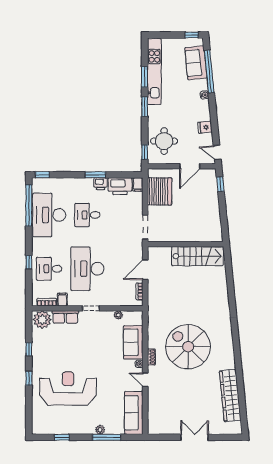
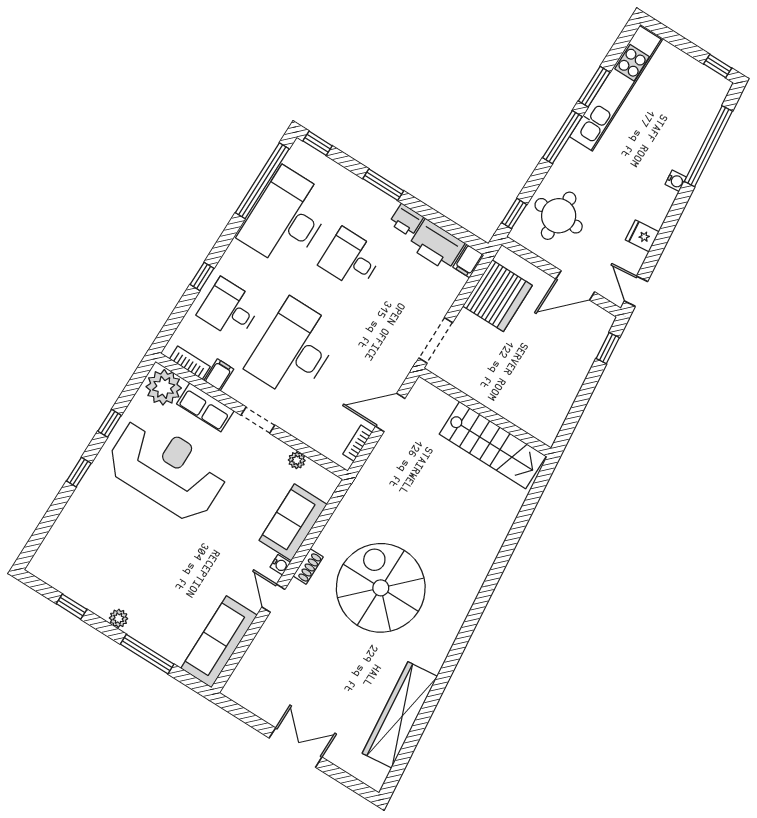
sofa: (196, 63) -> (695, 118), removed
window: (145, 107) -> (562, 137), width x1.44
window: (95, 175) -> (383, 185), moved
reception desk: (68, 389) -> (167, 469), moved
plant: (100, 430) -> (119, 618), moved

